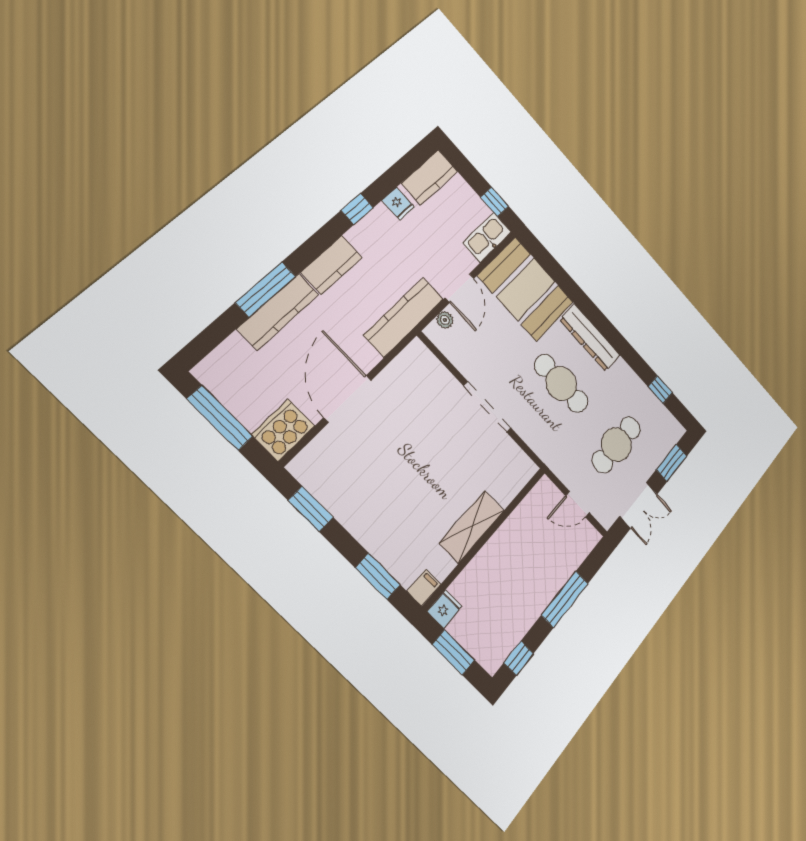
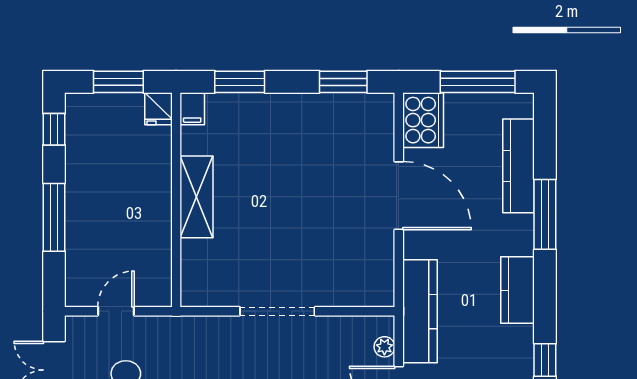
kitchen counter: (278, 311) -> (519, 166), moved

